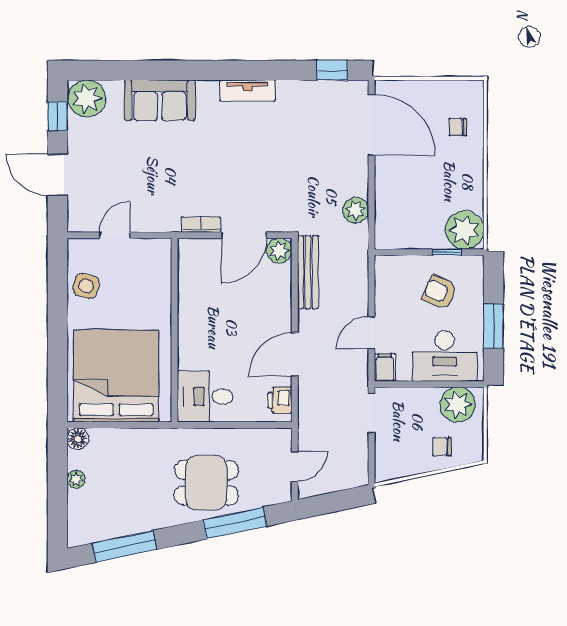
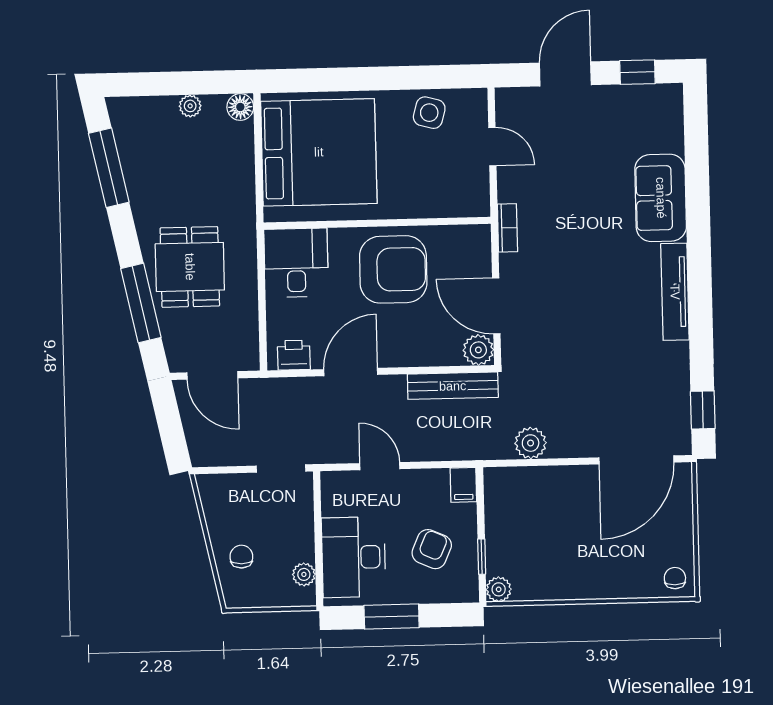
tv unit: (247, 90) -> (675, 292), width x1.41
plant: (87, 98) -> (661, 108), removed
chair: (458, 127) -> (675, 578), moved
bookcase: (201, 225) -> (507, 228), moved
plant: (465, 230) -> (499, 589), width x0.53, depth x0.53
armchair: (212, 318) -> (393, 269), added
door: (295, 355) -> (351, 372), hinge flipped
filing cabinet: (385, 367) -> (463, 485), moved, turned 90
plant: (458, 405) -> (304, 574), width x0.53, depth x0.53
door: (295, 467) -> (212, 375), width x1.38

